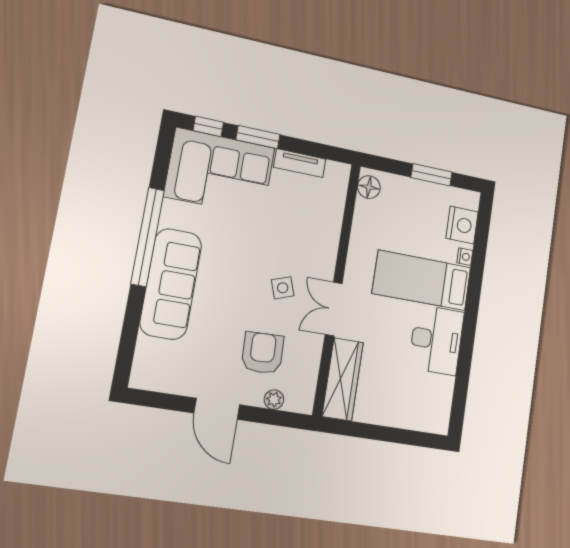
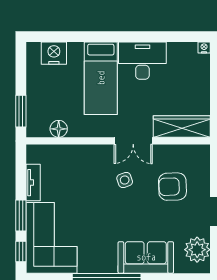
window: (432, 175) -> (21, 111), moved
floor lamp: (369, 187) -> (59, 129), moved
nightstand: (465, 257) -> (204, 48), moved
sofa: (171, 284) -> (146, 257), width x0.73
plant: (274, 400) -> (197, 250), moved, width x1.87, depth x1.87

